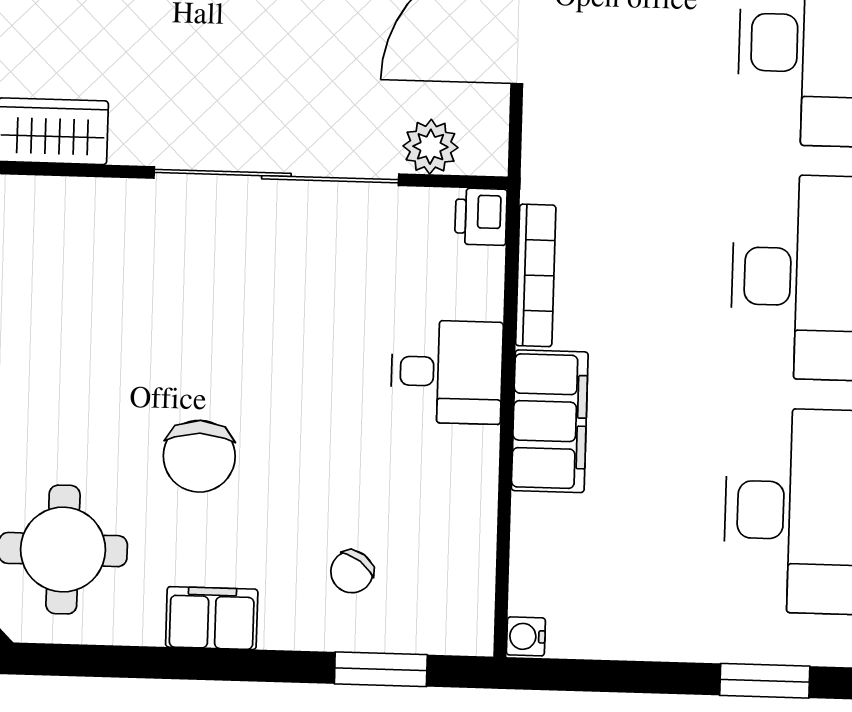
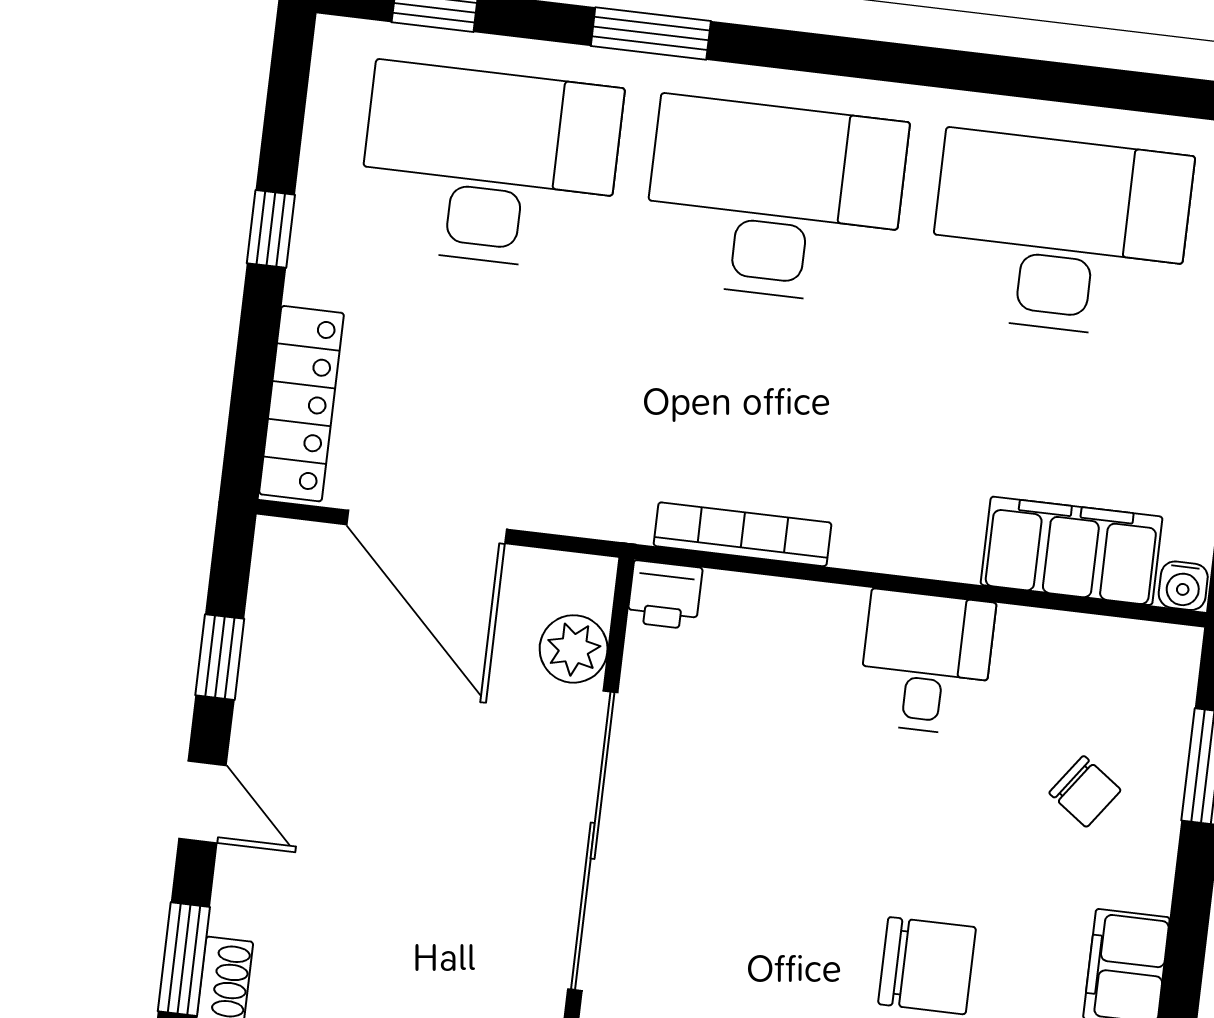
desk: (447, 372) -> (926, 663), moved
filing cabinet: (550, 421) -> (1072, 551), moved

